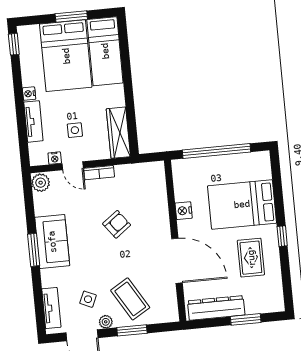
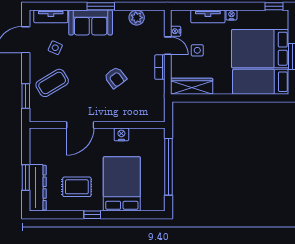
door: (73, 166) -> (168, 46), swing flipped
plant: (41, 183) -> (137, 18), moved
sofa: (52, 242) -> (91, 22), moved
door: (177, 261) -> (80, 125), width x0.73
dresser: (216, 308) -> (38, 188), moved
plant: (106, 322) -> (35, 61), removed
window: (132, 330) -> (26, 96), moved

